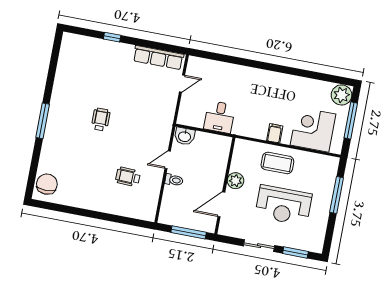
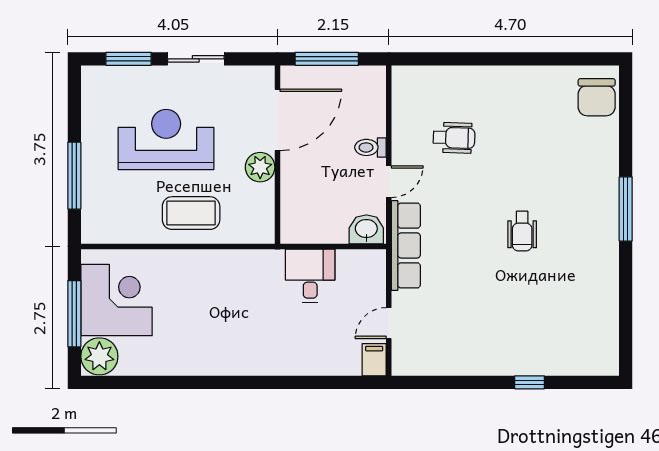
row of seats: (158, 58) -> (406, 245), moved, turned 90
corner desk: (313, 130) -> (117, 300), moved, turned -90
filing cabinet: (275, 133) -> (374, 360), moved, turned 180
door: (221, 204) -> (277, 120), width x1.36

